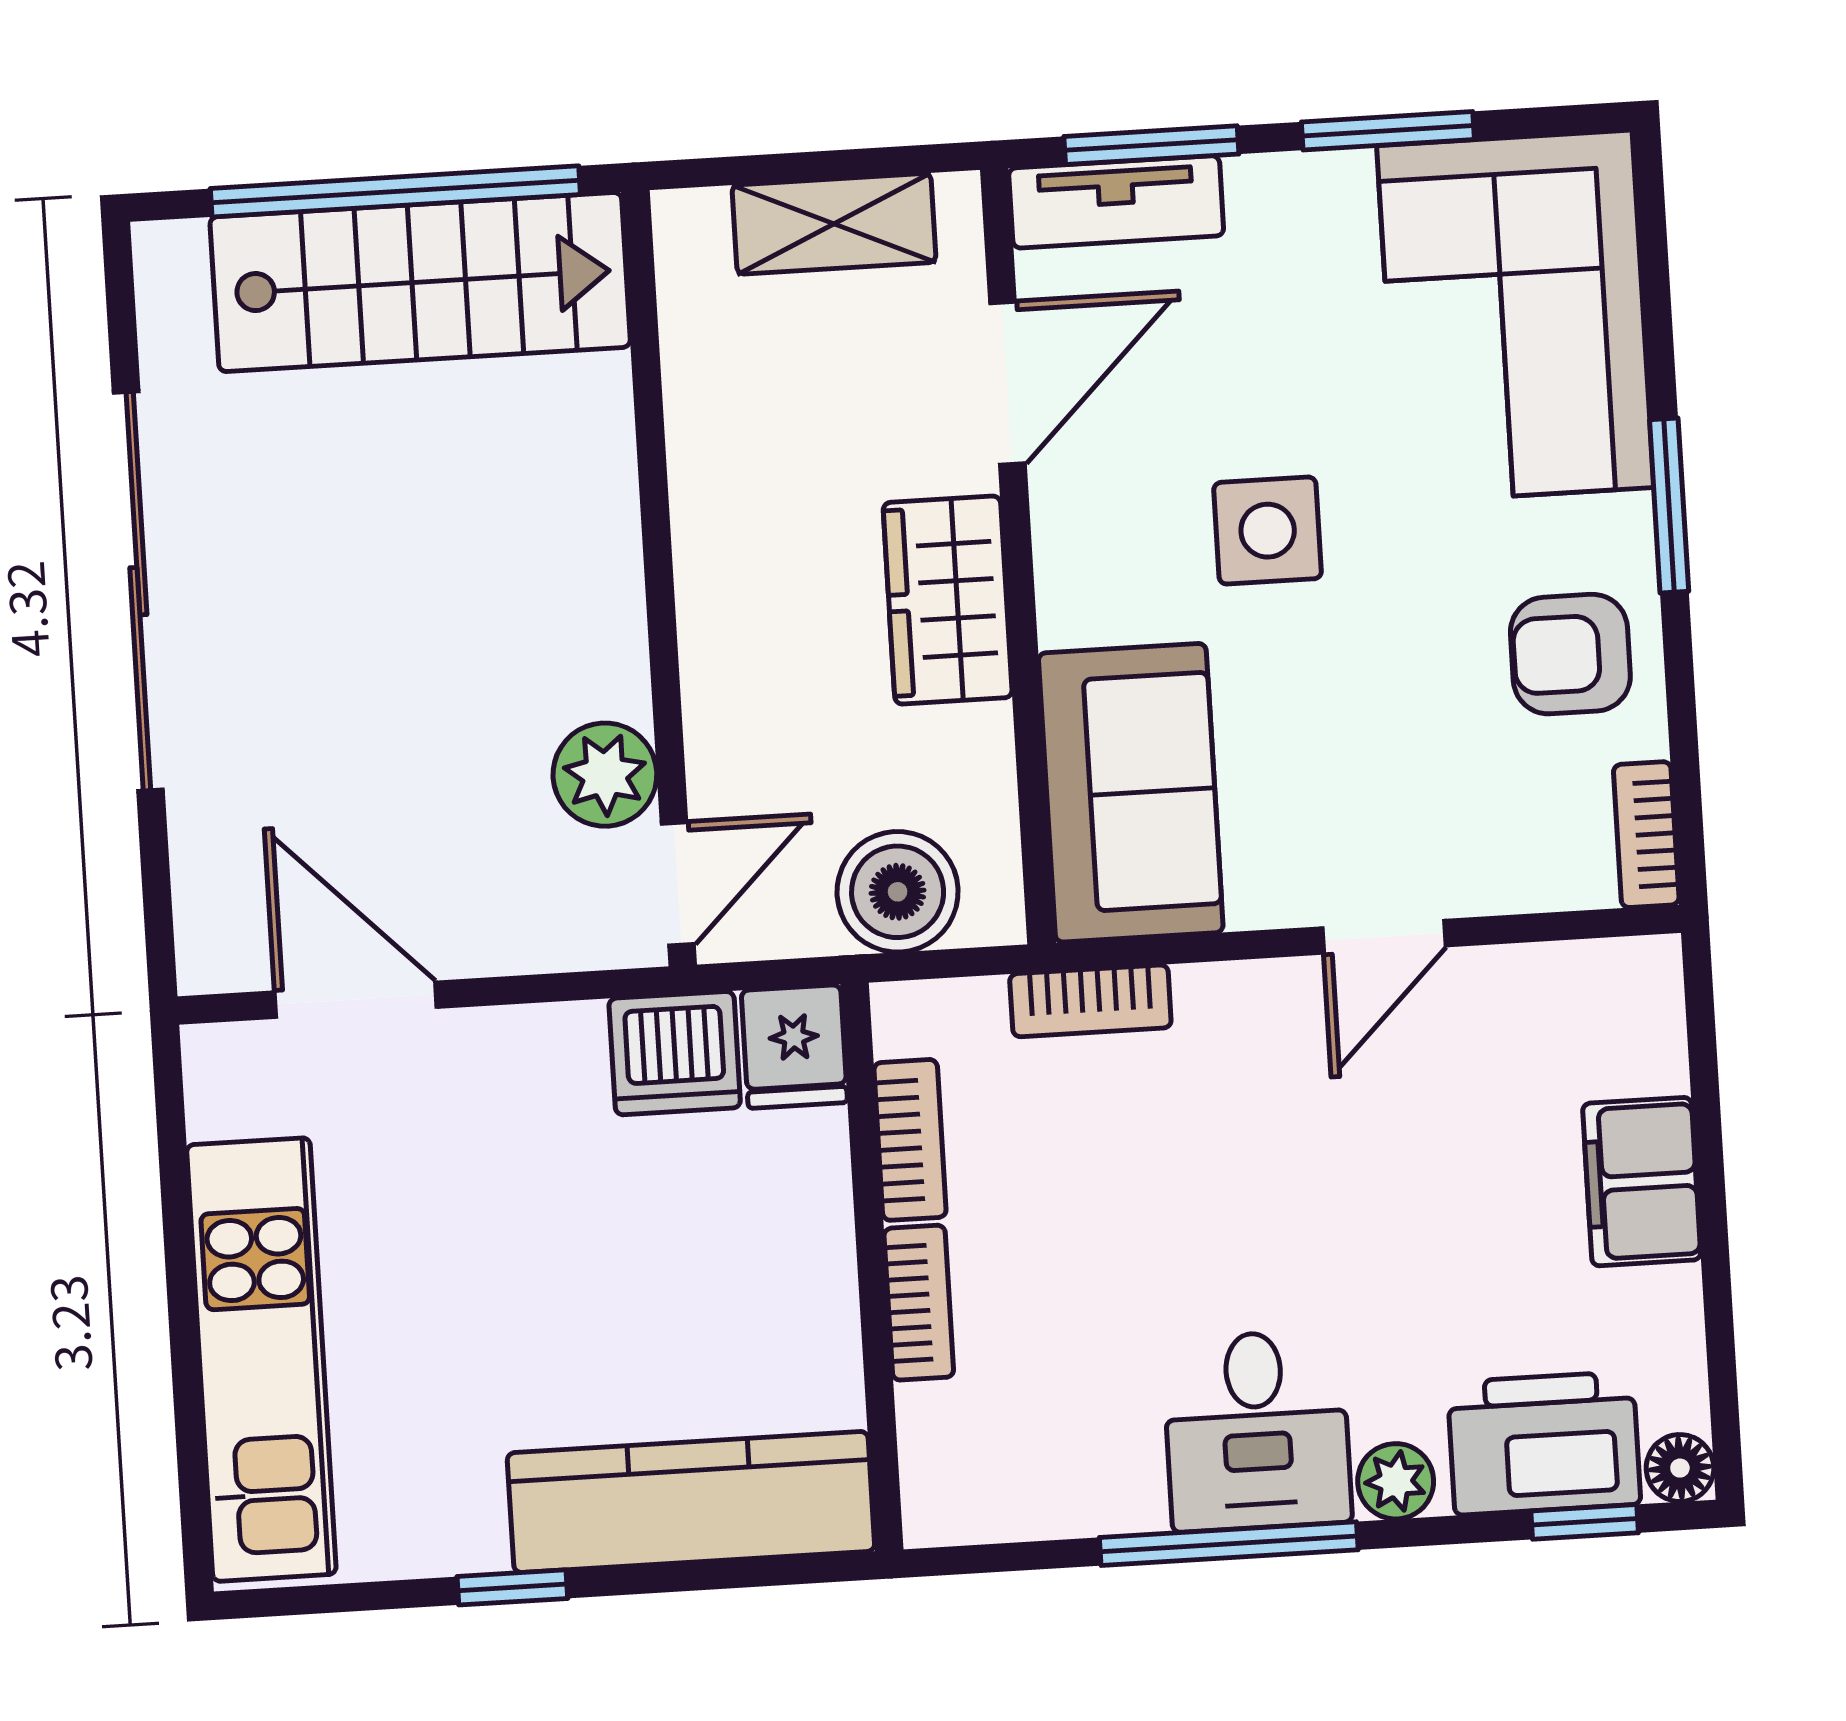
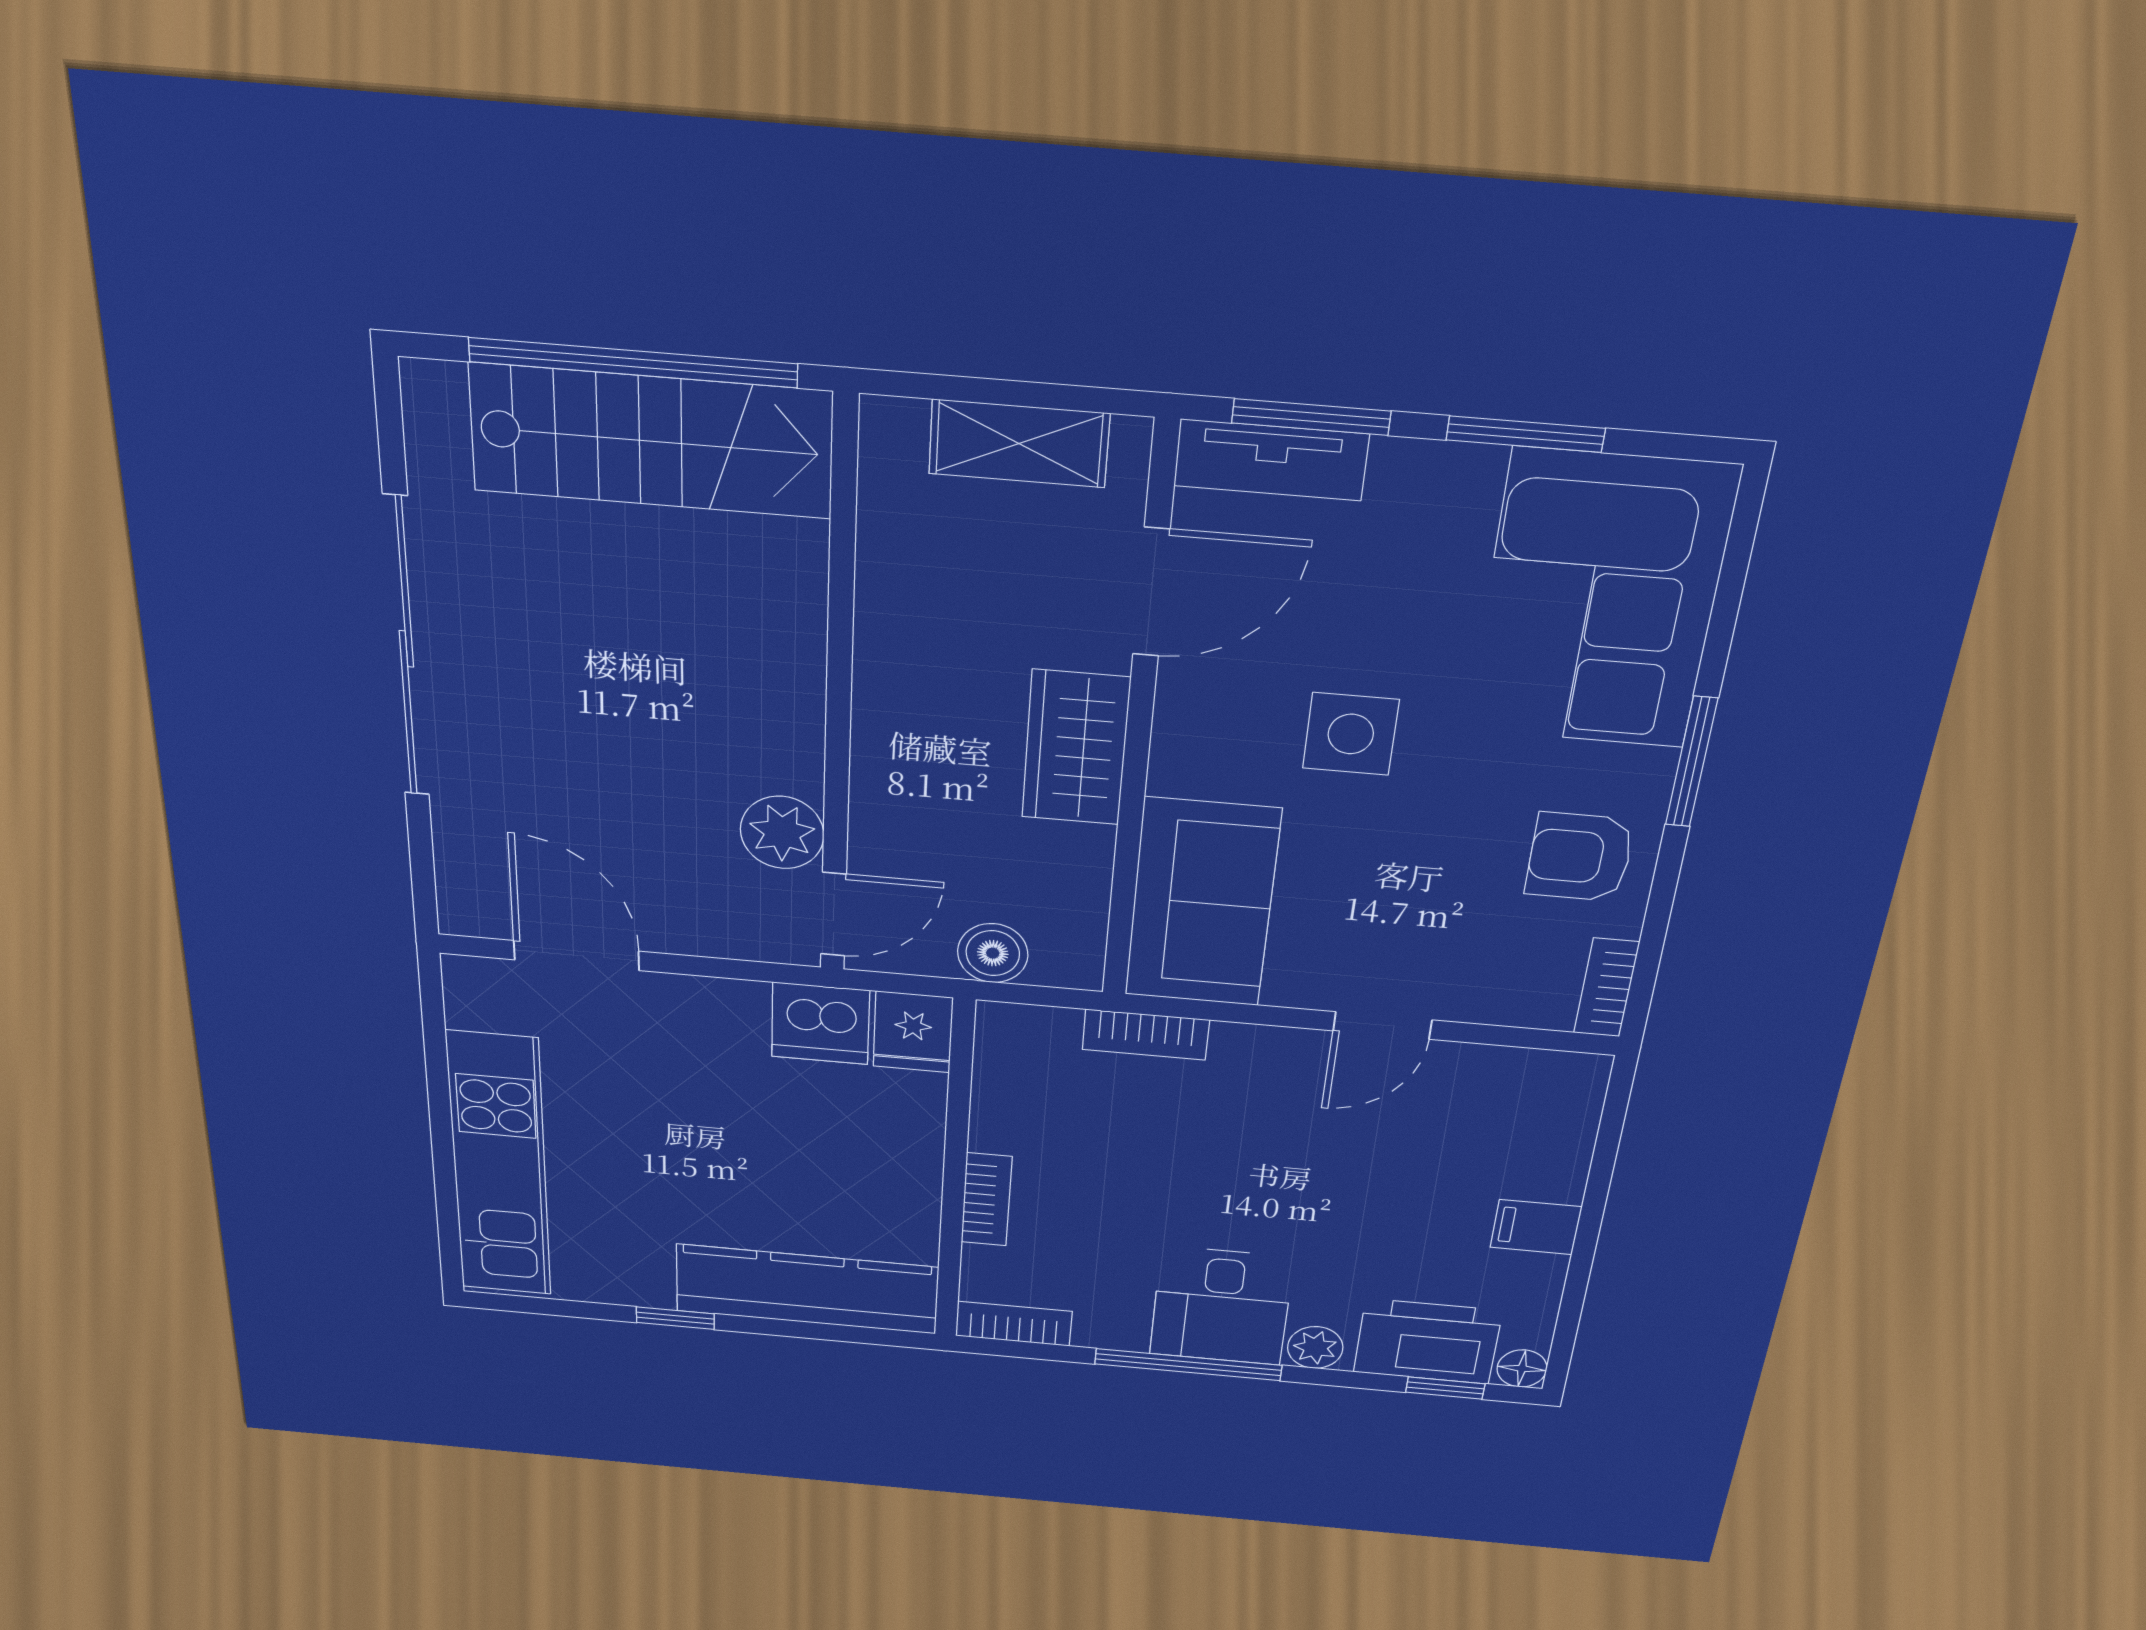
boiler: (898, 892) -> (993, 953), width x0.73, depth x0.73
bookcase: (910, 1140) -> (1014, 1324), moved, turned -90
filing cabinet: (1642, 1182) -> (1536, 1227), width x0.50

